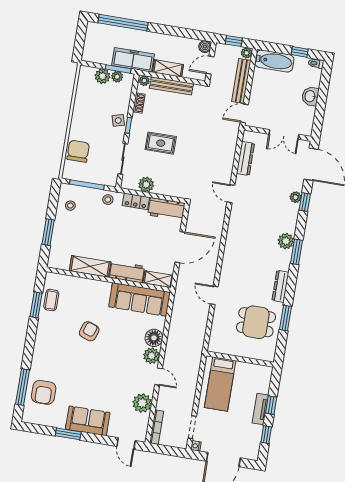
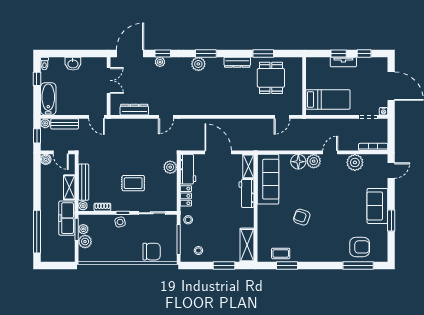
bench: (241, 81) -> (65, 124), width x0.73
rug: (161, 143) -> (133, 183), turned 90
chair: (78, 151) -> (152, 252), turned 180
plant: (146, 185) -> (170, 167), moved
shelving: (90, 266) -> (247, 245), moved
door: (214, 295) -> (282, 117), moved

